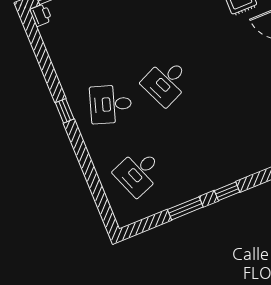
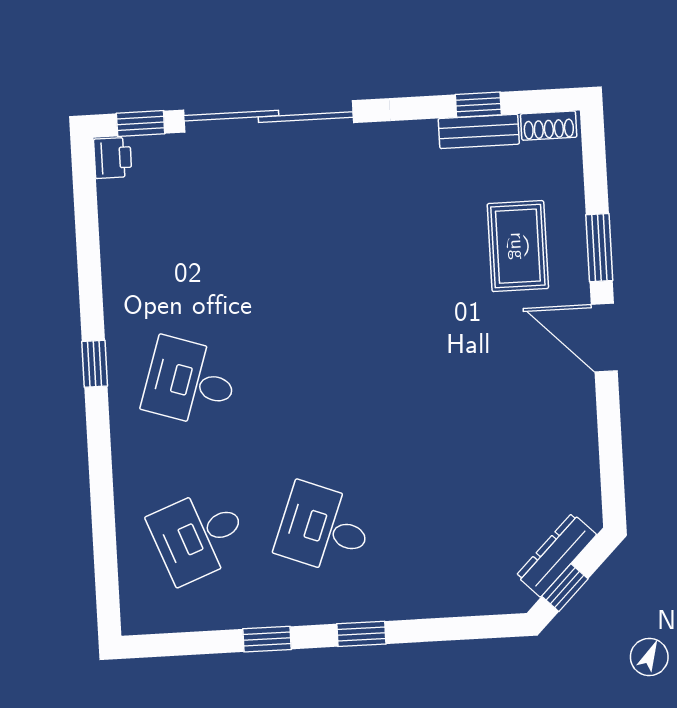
desk: (166, 82) -> (324, 529), moved, turned 45
window: (185, 208) -> (267, 639), width x0.67

